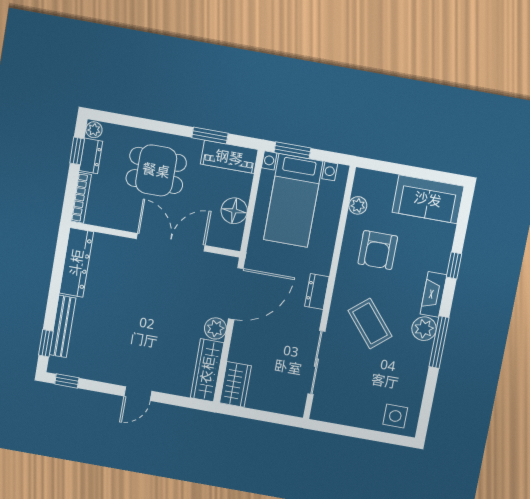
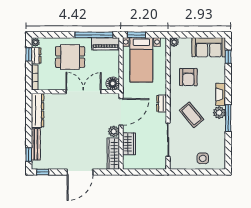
window: (210, 135) -> (94, 35), width x2.11
plant: (358, 205) -> (174, 42), moved
floor lamp: (234, 211) -> (113, 83), moved
window: (454, 265) -> (228, 57), moved
wardrobe: (235, 384) -> (129, 144), moved
door: (138, 394) -> (80, 172), width x1.87
side table: (395, 416) -> (203, 158), moved

